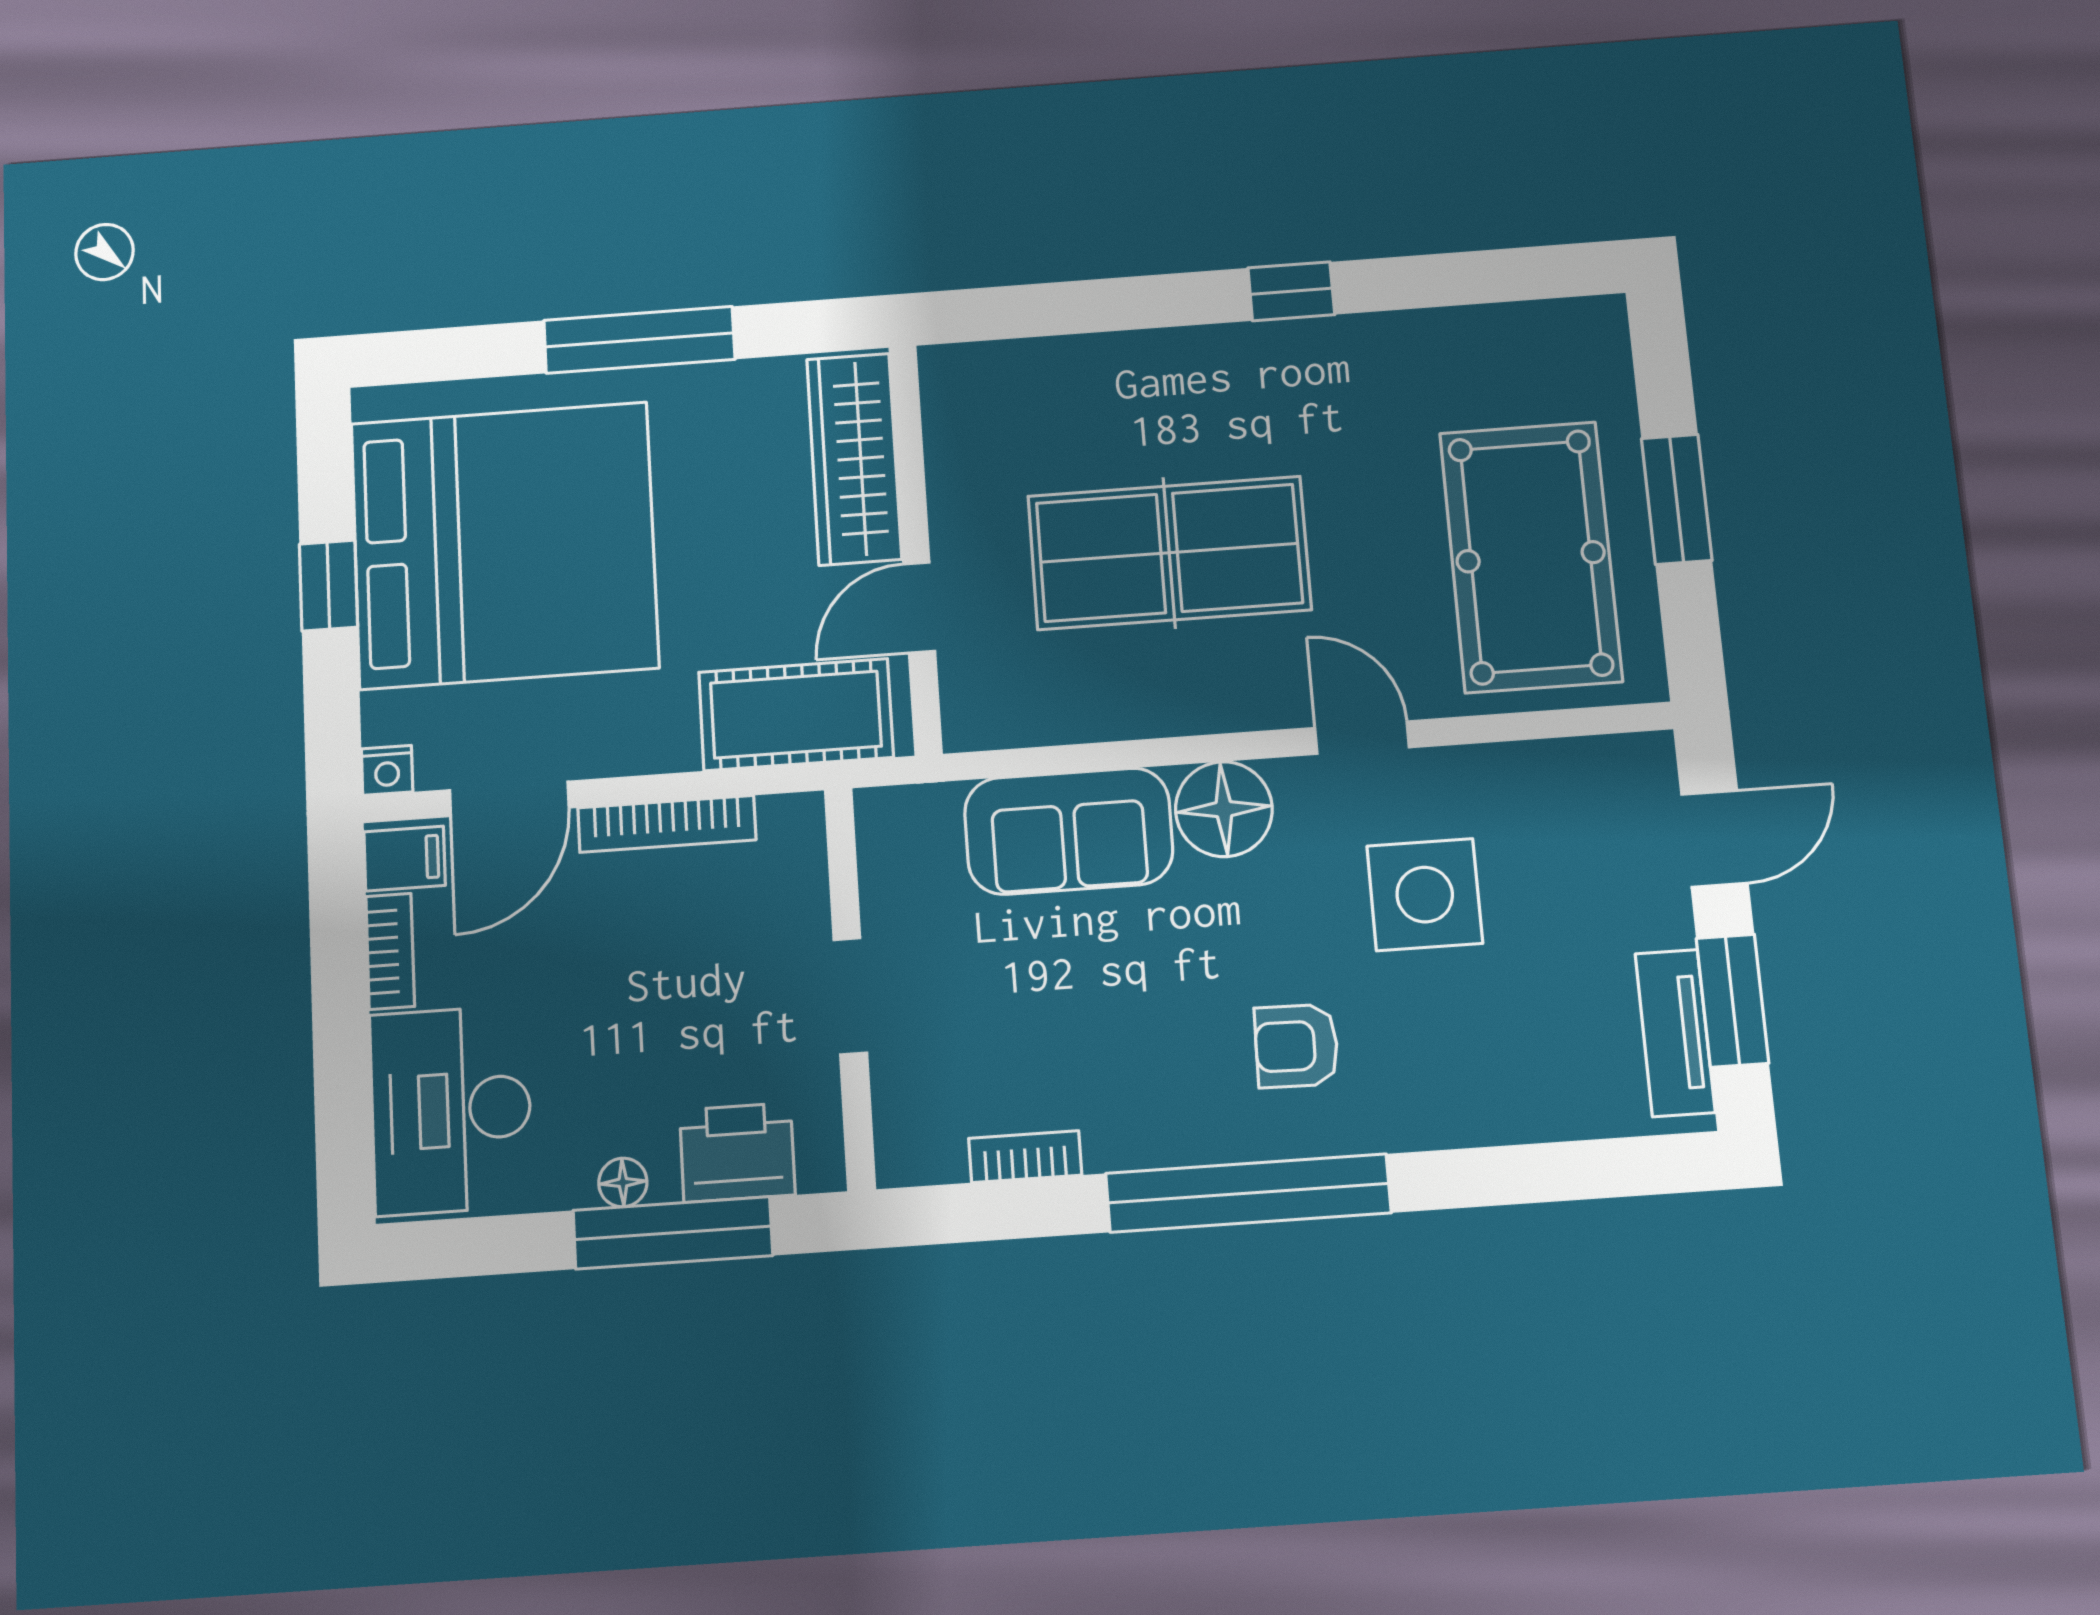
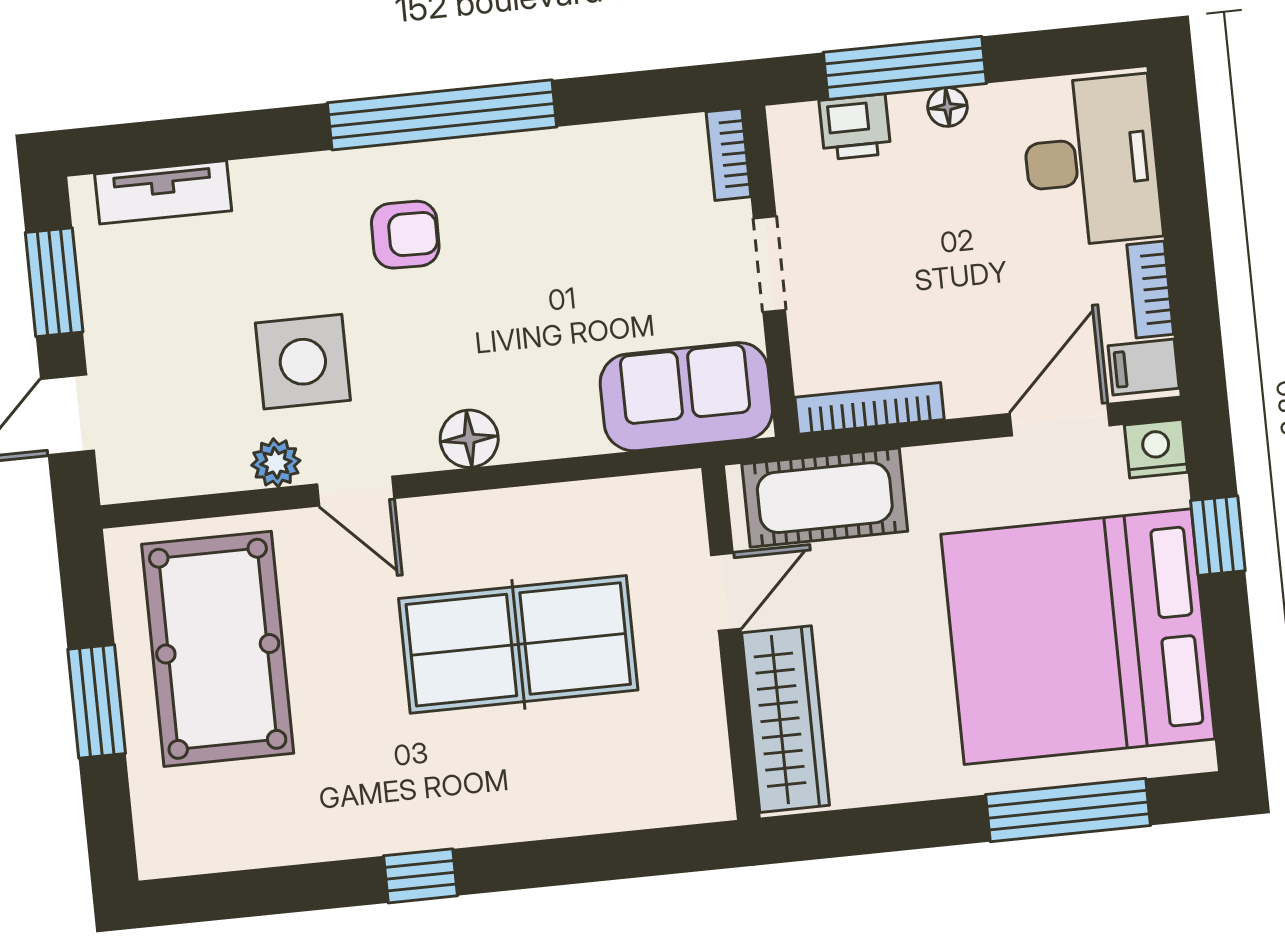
window: (639, 340) -> (1068, 810), moved
window: (328, 585) -> (1218, 536), moved
nightstand: (387, 770) -> (1156, 449), width x1.39, depth x1.35
plant: (1459, 774) -> (276, 463), added
floor lamp: (1224, 809) -> (469, 439), width x0.73, depth x0.73
bookcase: (667, 824) -> (869, 408), moved
sofa: (1069, 831) -> (686, 397), moved
tv unit: (1675, 1033) -> (163, 192), moved, turned 90
printer: (737, 1152) -> (855, 127), width x0.73, depth x0.81
bookcase: (1025, 1157) -> (728, 154), moved, turned 90

